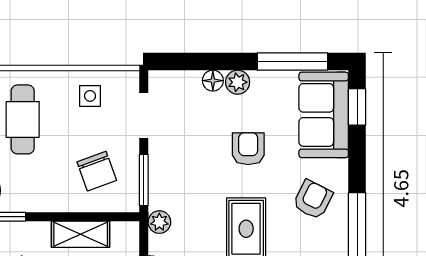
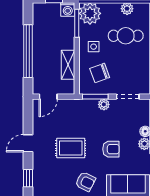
side table: (90, 96) -> (94, 47), moved
plant: (159, 222) -> (104, 104), moved

